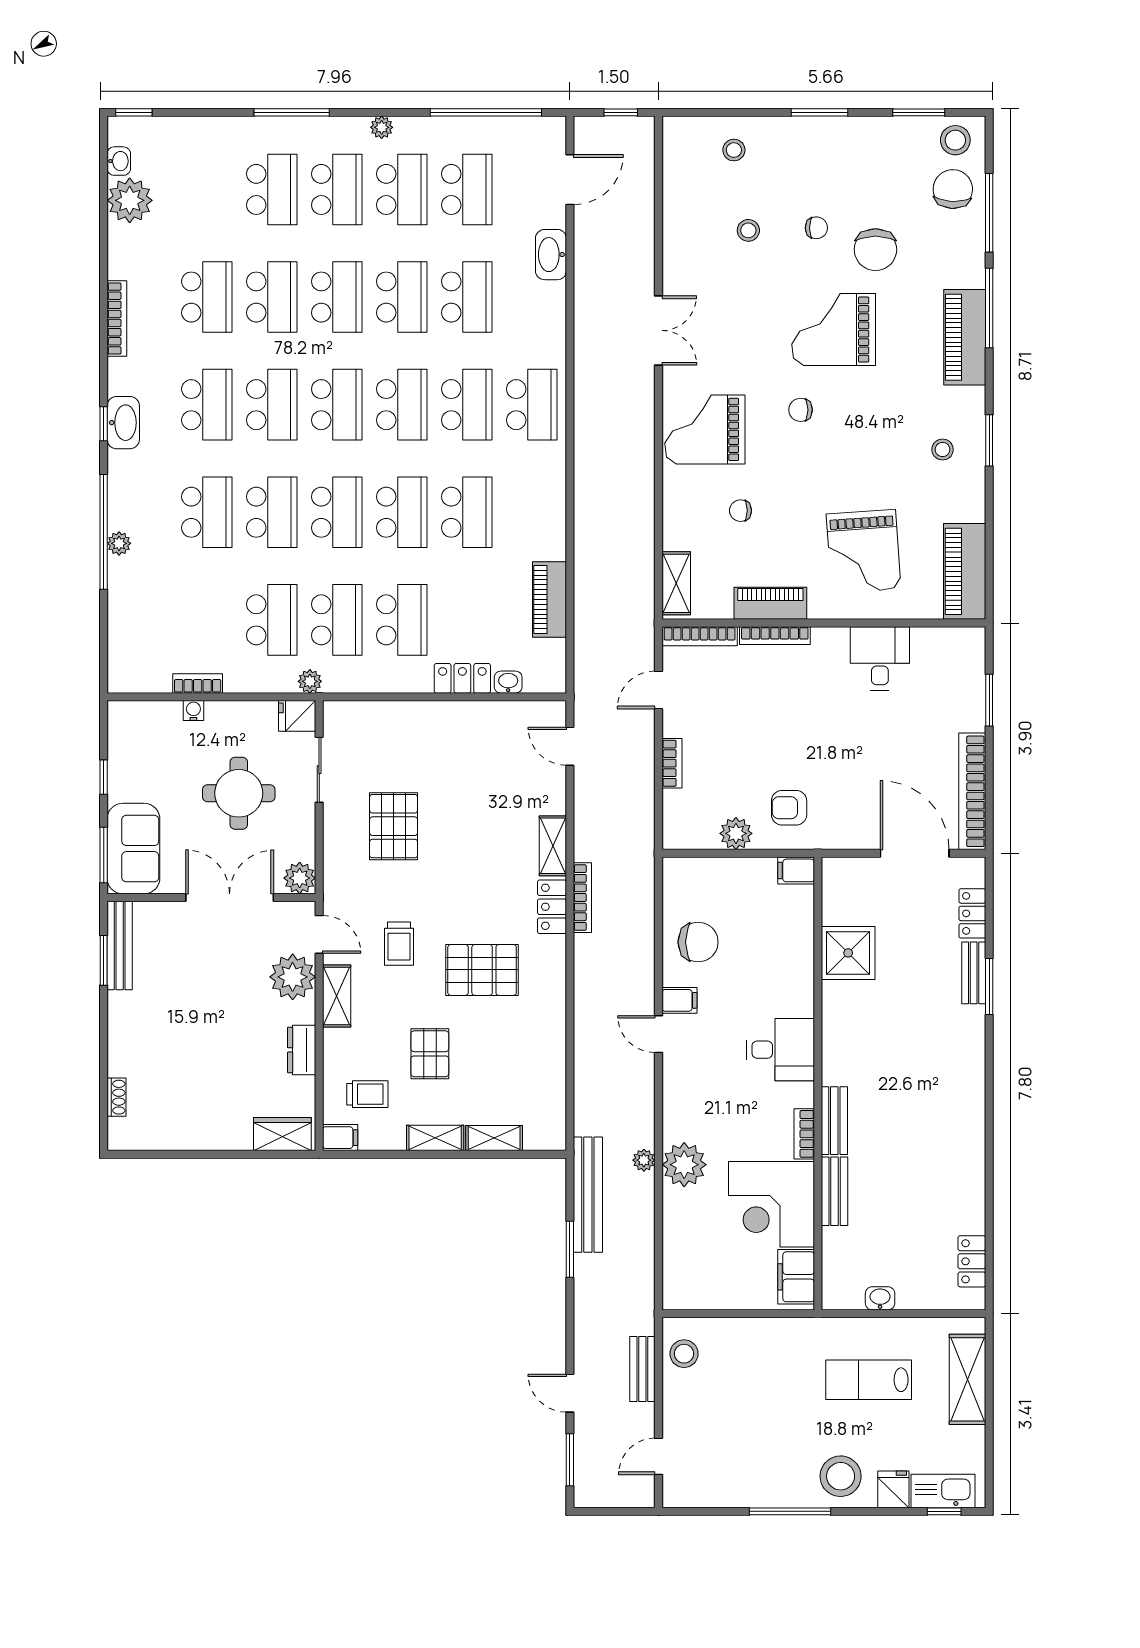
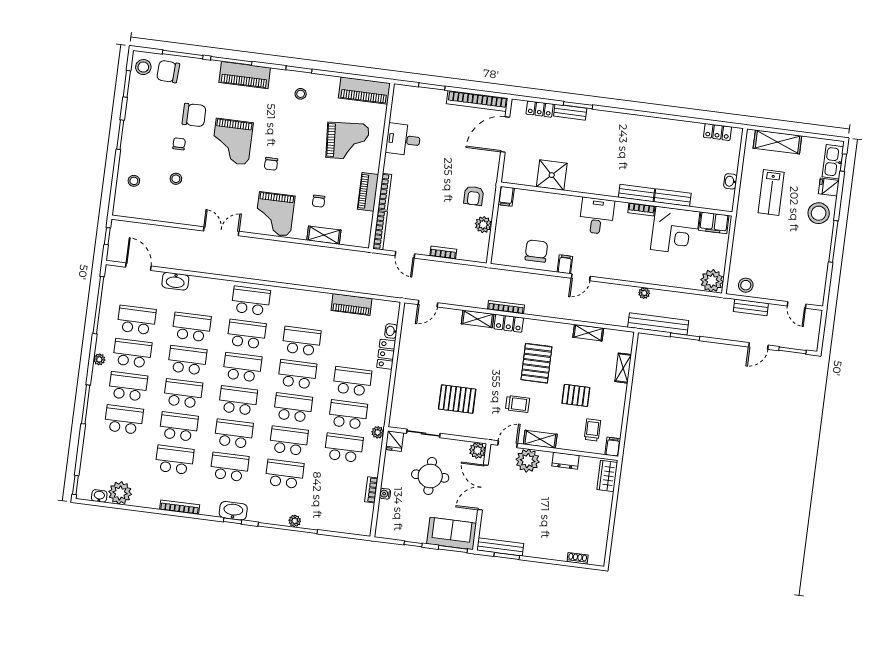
shelving: (676, 583) -> (324, 235), moved
shelving: (435, 1138) -> (588, 333), moved, turned 90
plant: (684, 1165) -> (712, 281), moved

